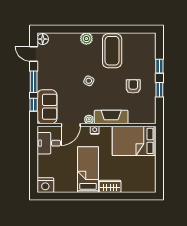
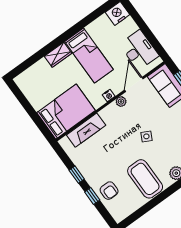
armchair: (133, 86) -> (109, 191), moved
fireplace: (111, 117) -> (86, 130), moved
desk: (49, 143) -> (139, 50), width x1.37

